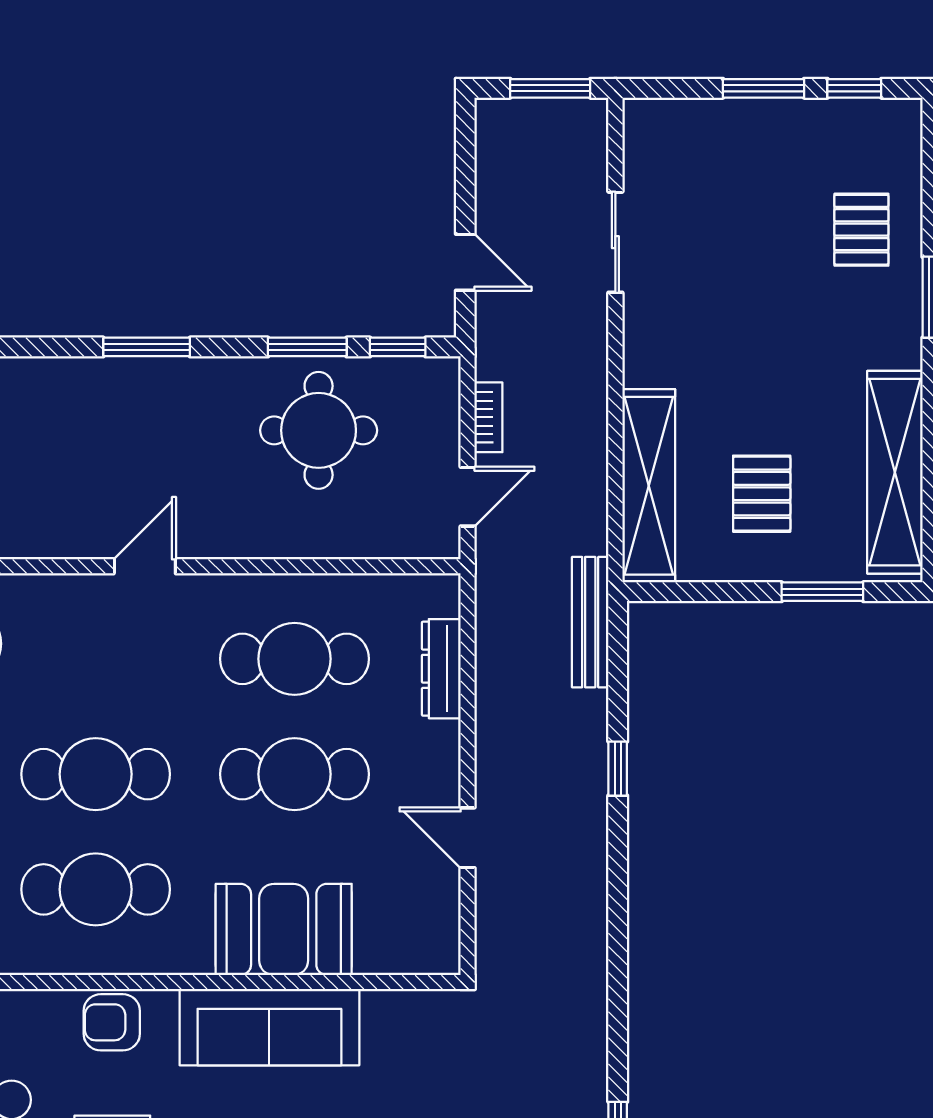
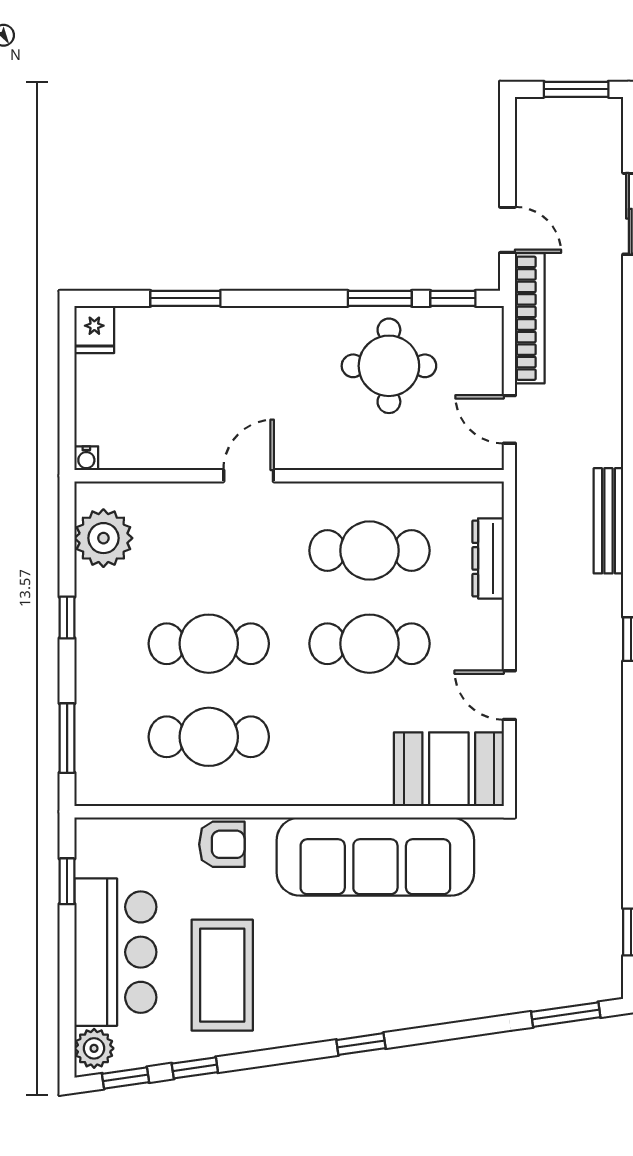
window: (147, 347) -> (185, 298), moved
bookcase: (488, 417) -> (530, 318), width x2.31, depth x1.31
door: (468, 497) -> (509, 419), swing flipped
booth: (284, 929) -> (449, 769), moved
armchair: (112, 1022) -> (222, 844), turned 180
sofa: (269, 1027) -> (375, 857), width x1.36, depth x1.27

